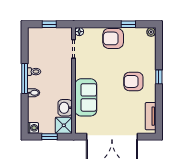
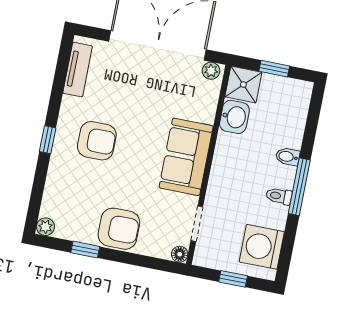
sofa: (86, 97) -> (186, 157), moved
washing machine: (33, 128) -> (262, 247), moved, width x1.89, depth x1.89
plant: (82, 129) -> (211, 71), added

